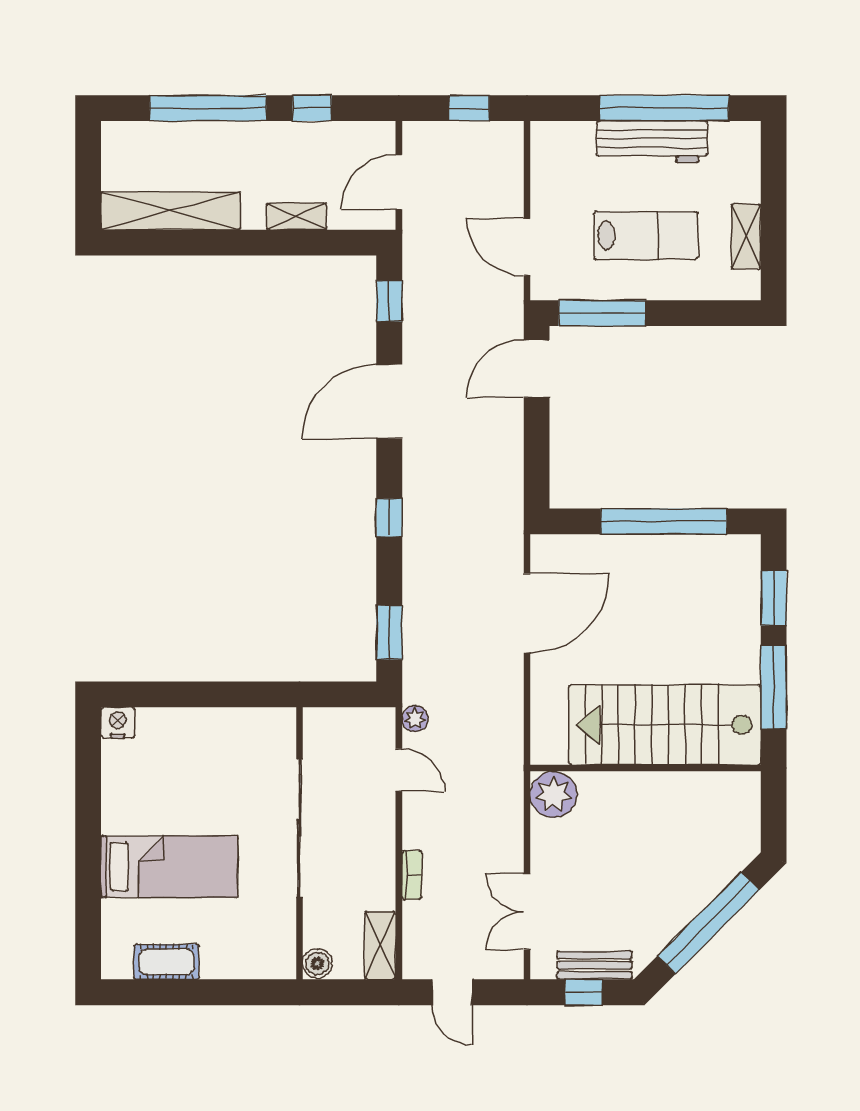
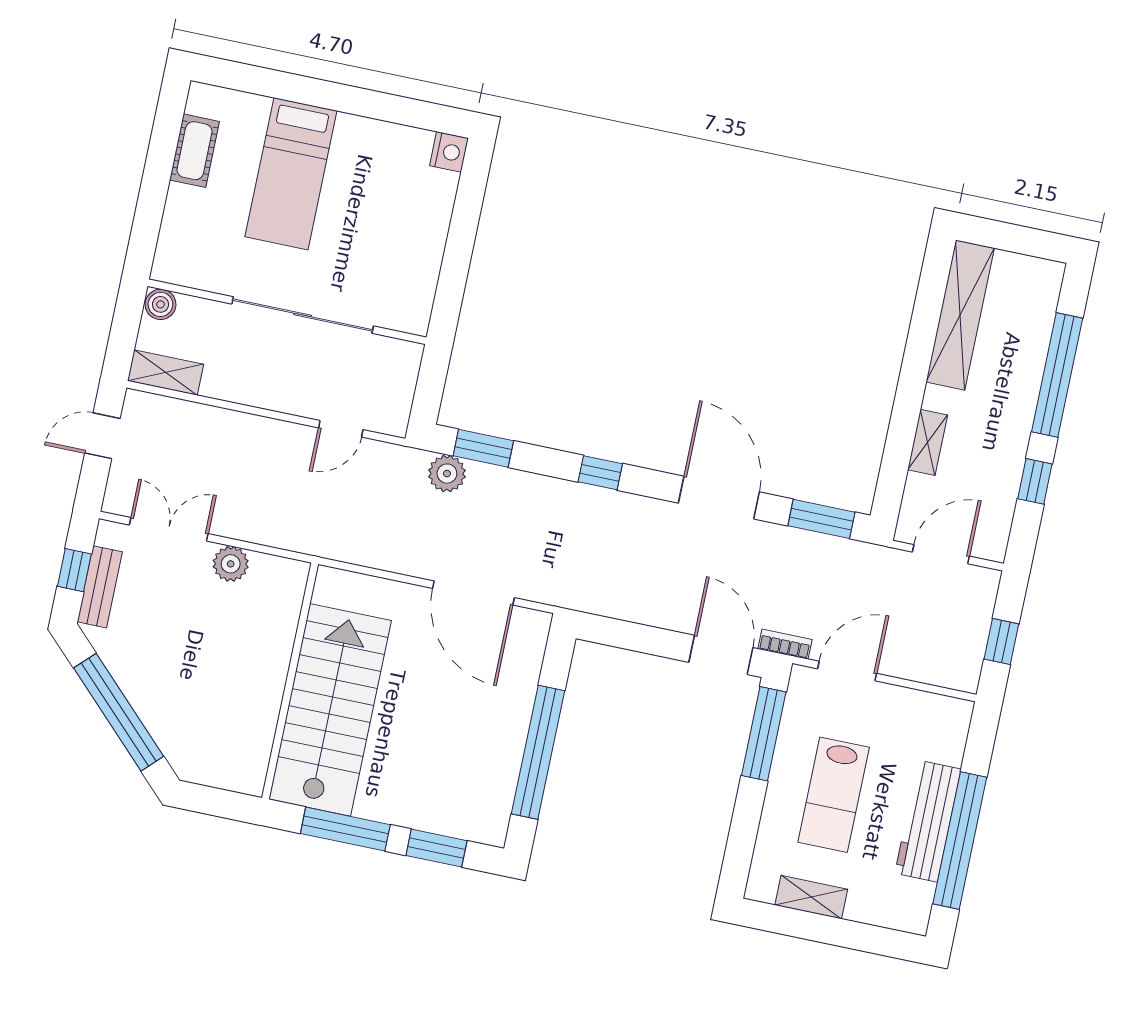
door: (399, 182) -> (941, 554), hinge flipped
window: (389, 301) -> (821, 519), width x1.50
plant: (415, 719) -> (447, 474), moved, width x1.38, depth x1.38
plant: (553, 794) -> (231, 564), moved, width x0.73, depth x0.73
bookcase: (412, 875) -> (785, 644), moved, turned 180

